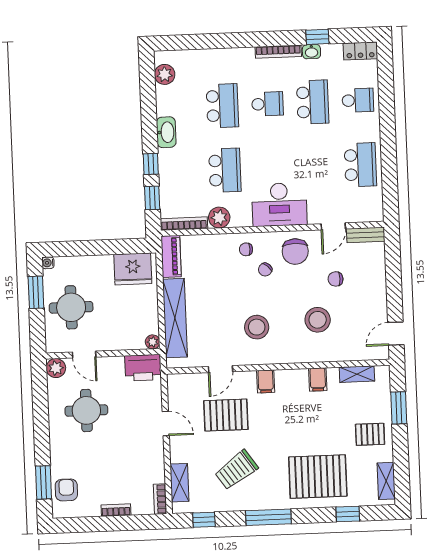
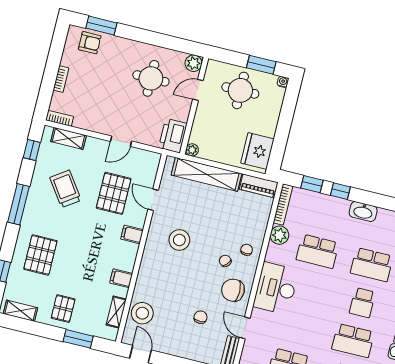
stool: (318, 320) -> (142, 313), moved
pallet: (318, 477) -> (40, 255), width x0.73, depth x0.71

